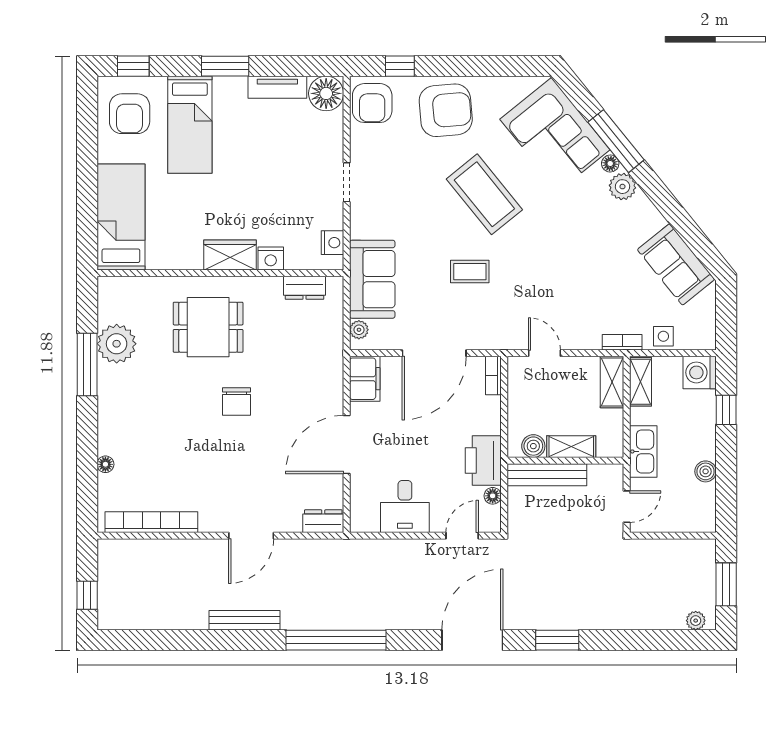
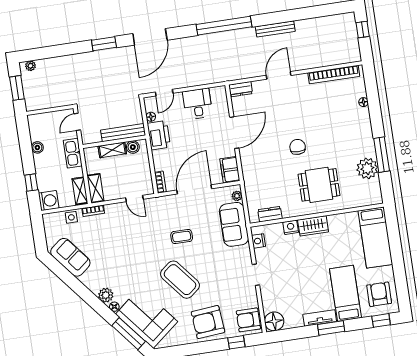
tv unit: (277, 87) -> (320, 318), moved
armchair: (372, 103) -> (248, 320), turned -90
window: (616, 141) -> (129, 334), moved

